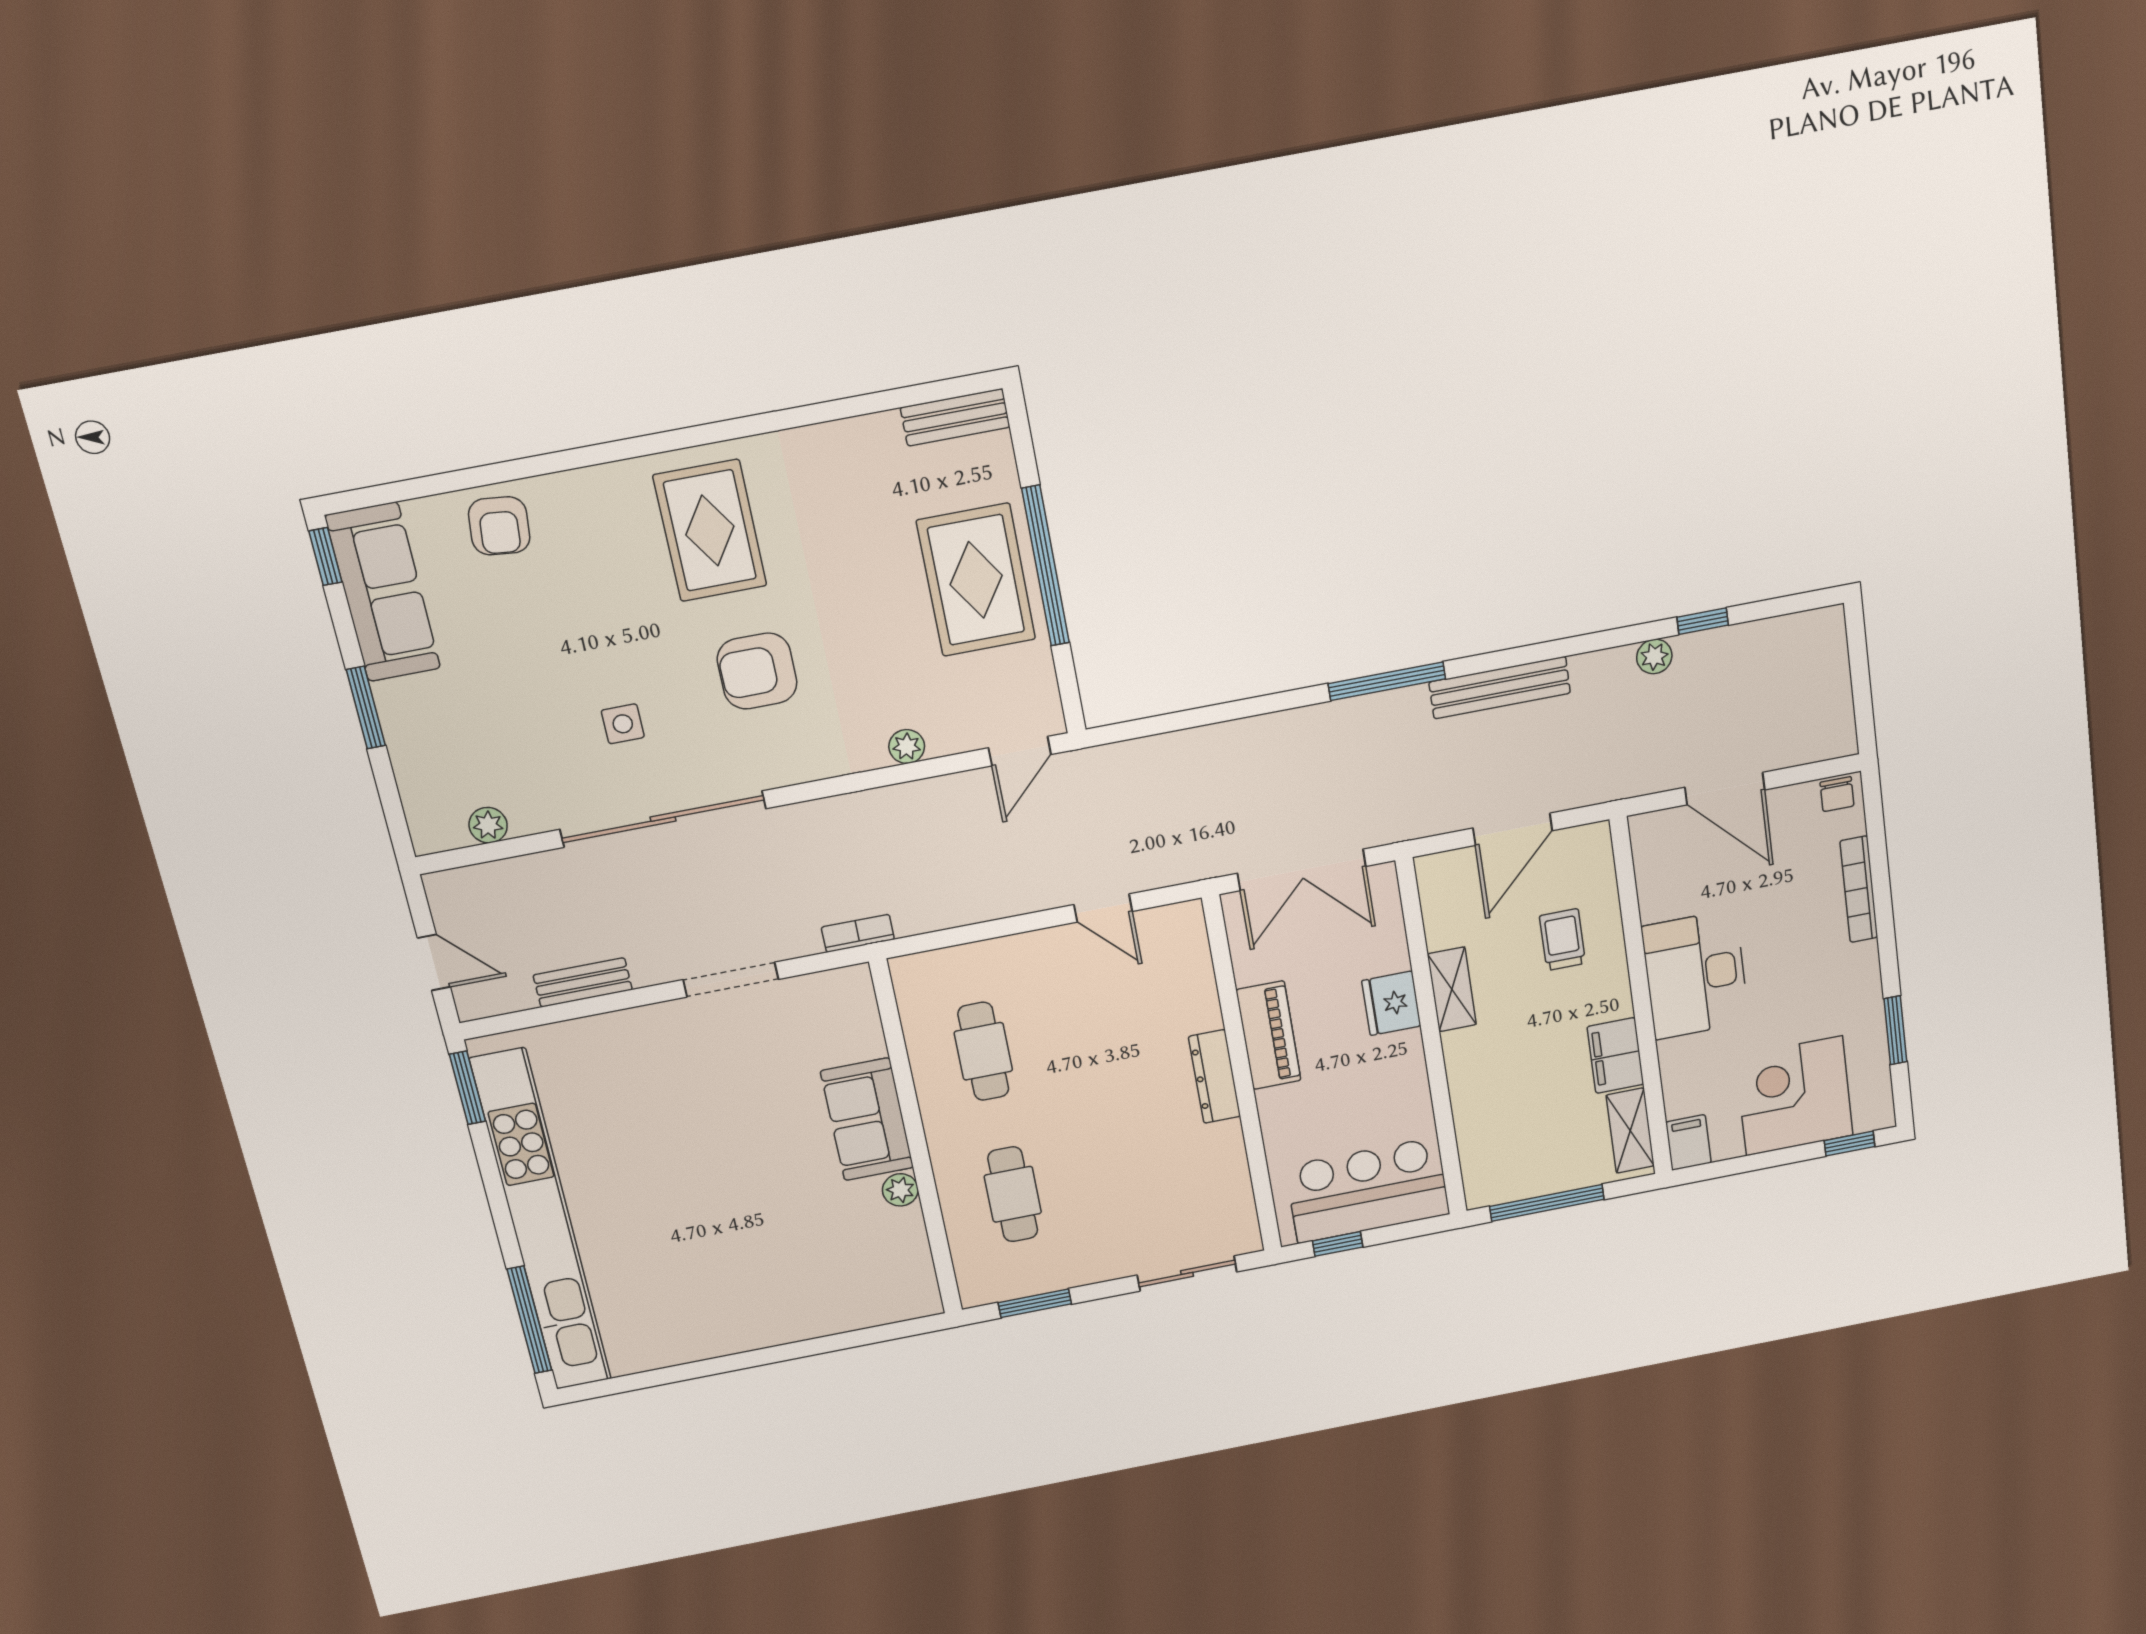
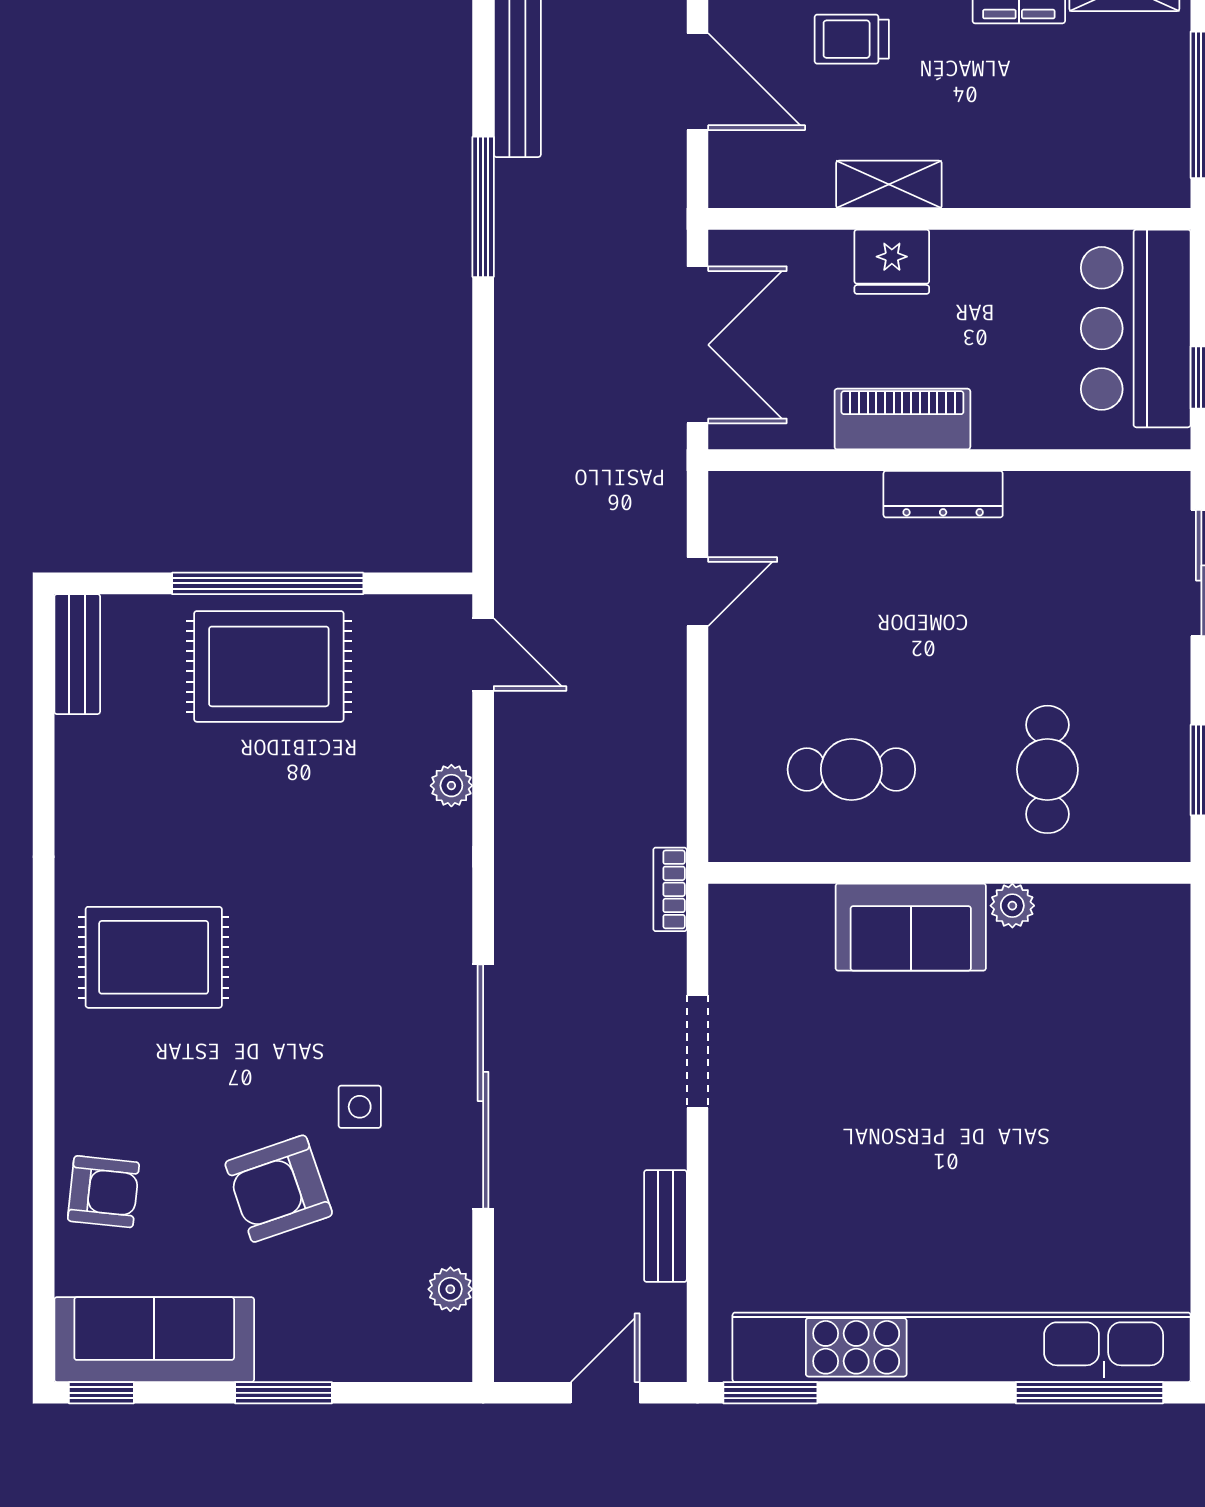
armchair: (757, 671) -> (279, 1189), moved, turned 71
cafe table: (1013, 1194) -> (1047, 769), turned 90

